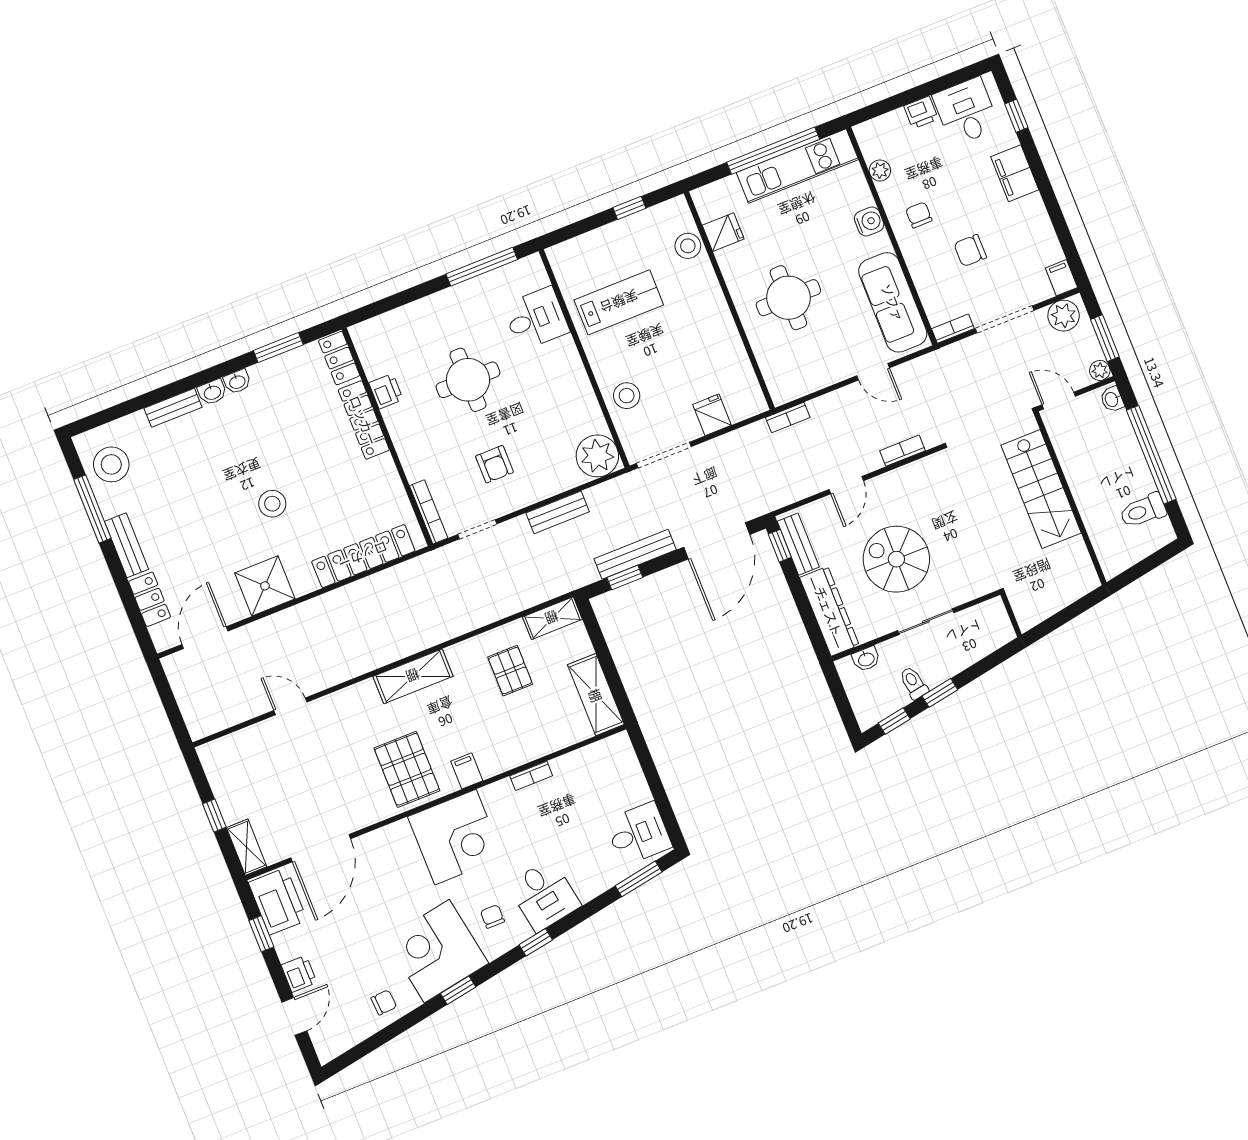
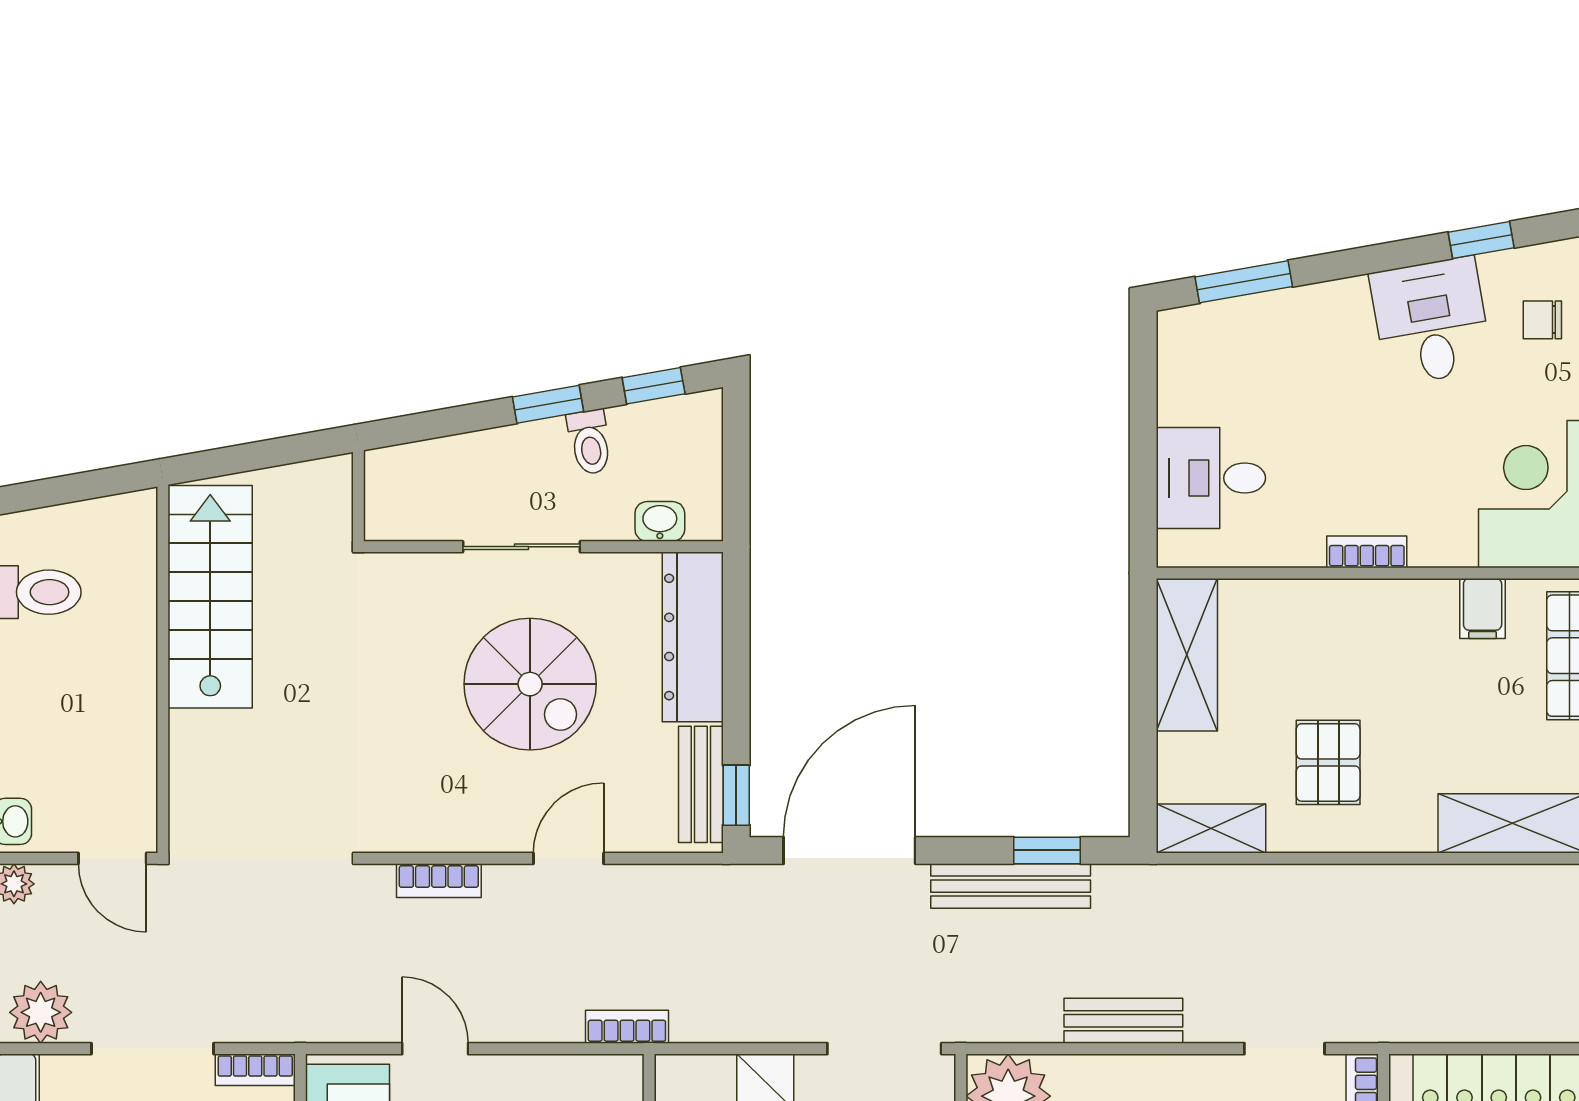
stairs: (1041, 489) -> (210, 597), moved
desk: (638, 834) -> (1211, 478), moved
chair: (492, 916) -> (1542, 320), turned 90

